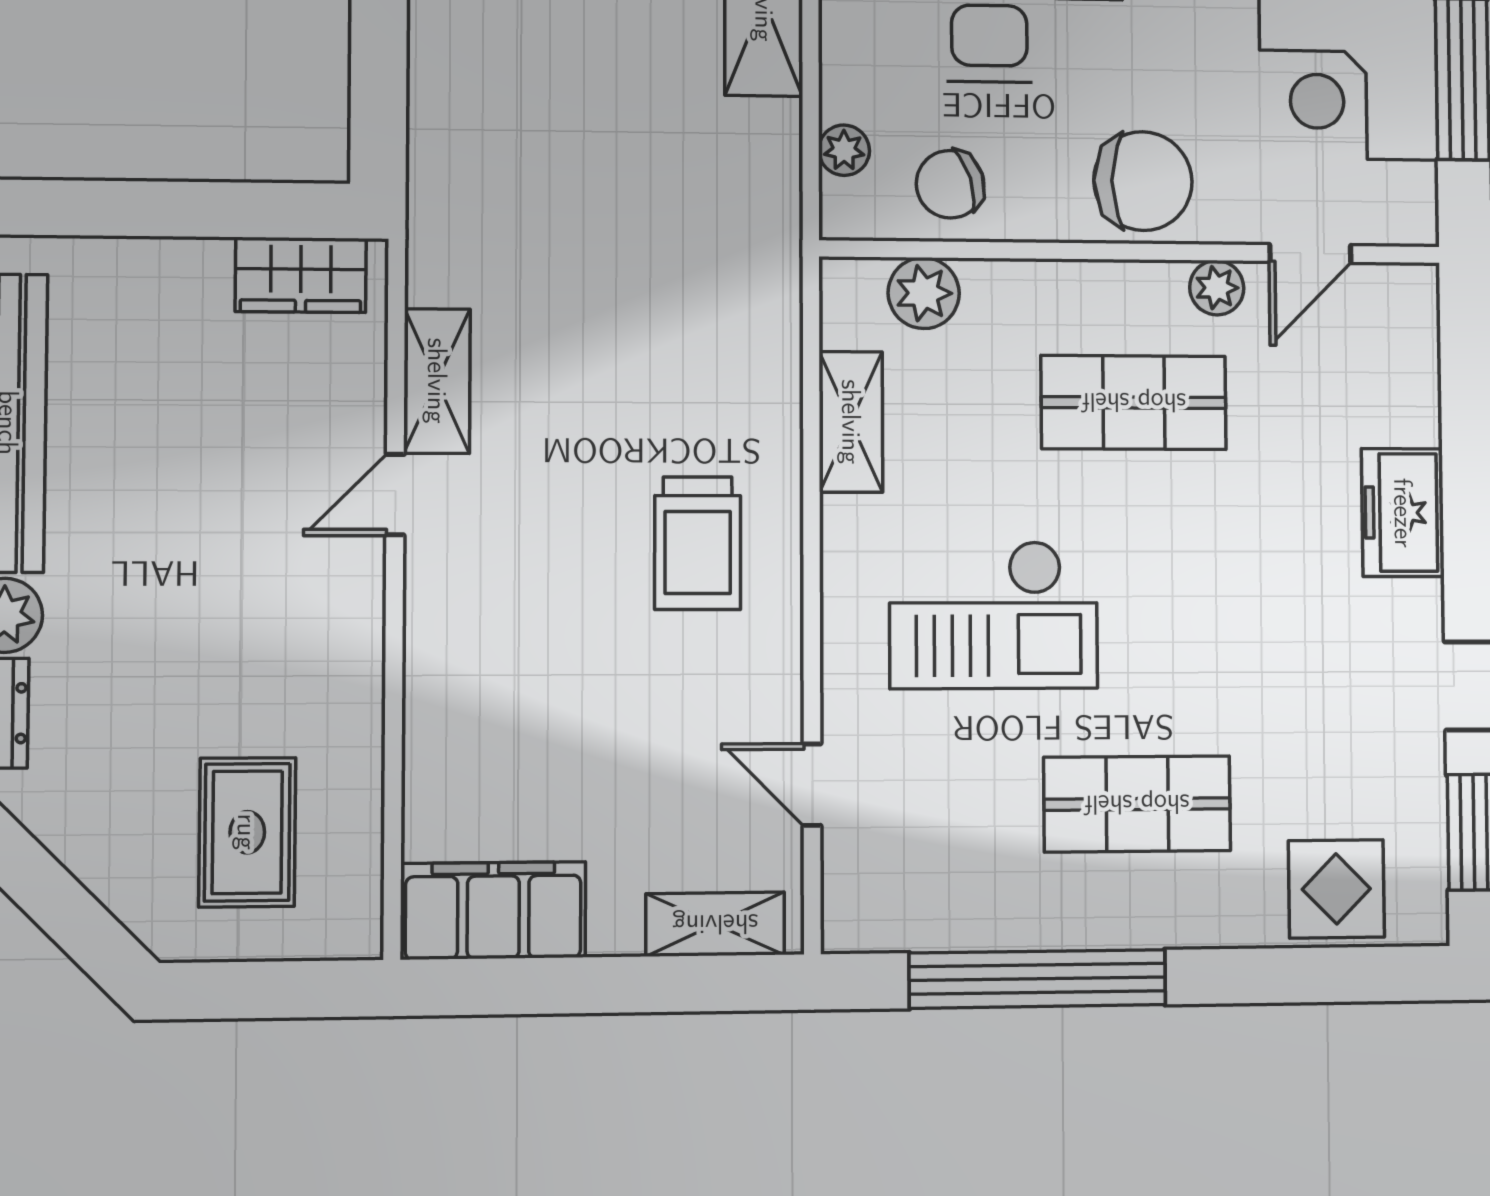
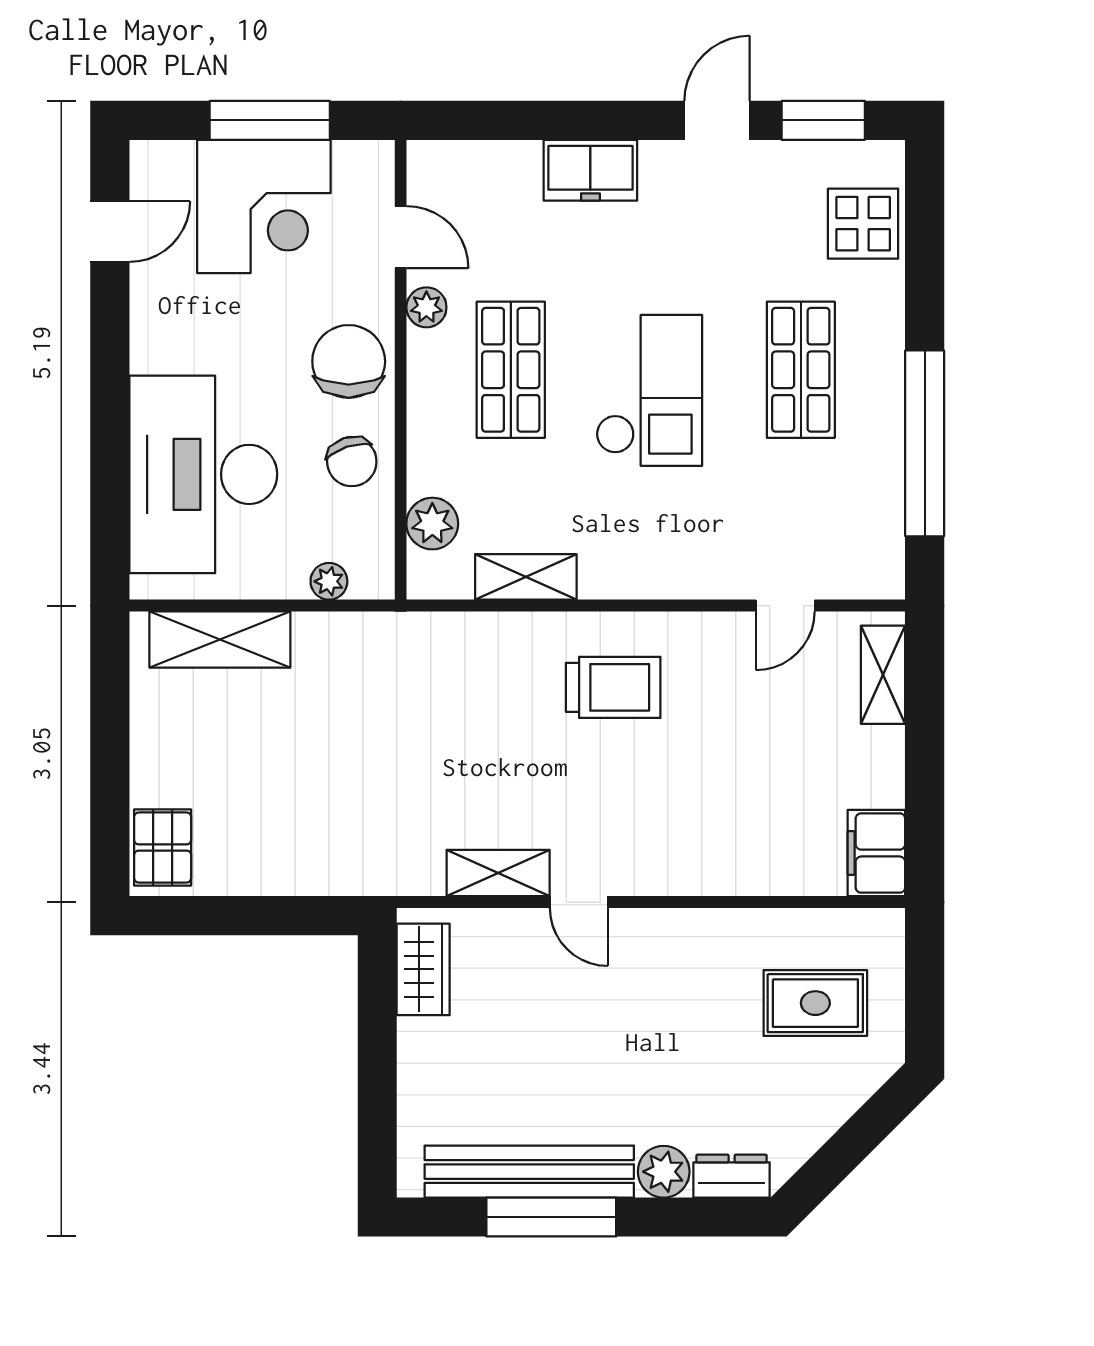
chair: (950, 184) -> (352, 462), moved
checkout: (994, 615) -> (649, 390), moved
filing cabinet: (493, 911) -> (876, 853), width x0.67, depth x0.86

